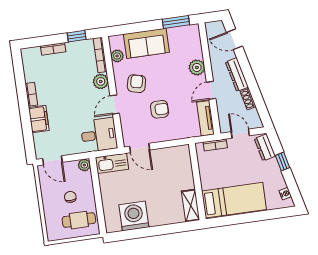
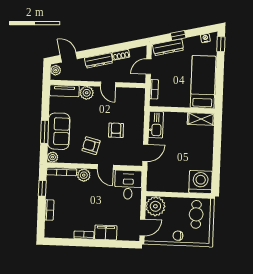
window: (176, 22) -> (44, 132), moved
plant: (216, 27) -> (56, 70), added
door: (234, 39) -> (69, 57), swing flipped
plant: (117, 56) -> (53, 157), moved
tv unit: (205, 118) -> (64, 91), moved
dresser: (265, 147) -> (168, 47), width x1.44
kitchen sink: (112, 163) -> (156, 125), moved
plant: (84, 165) -> (155, 206), width x1.88, depth x1.88
chair: (70, 197) -> (178, 236), moved
window: (282, 213) -> (221, 44), added
washing machine: (134, 216) -> (201, 182), moved, turned 90

